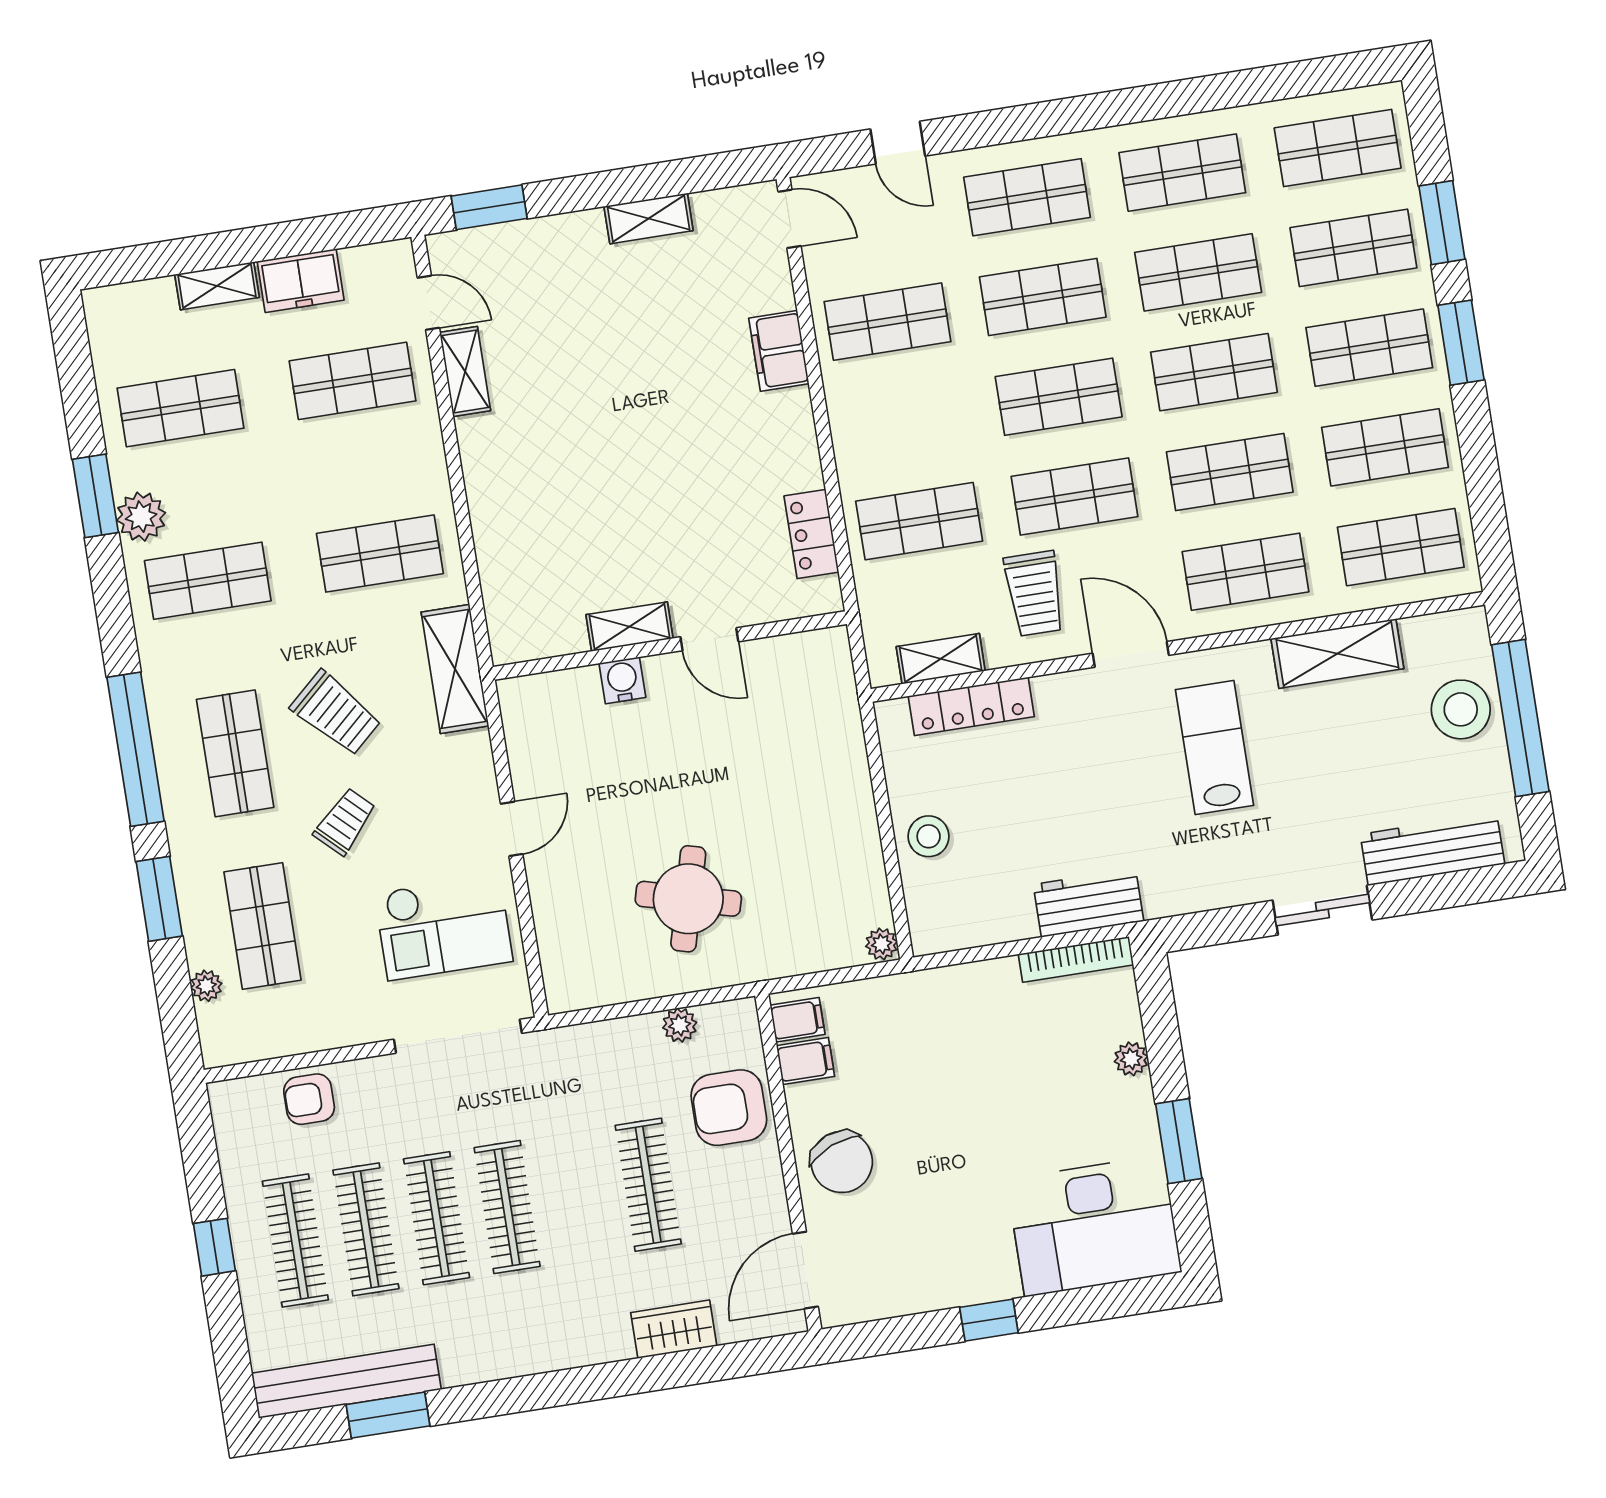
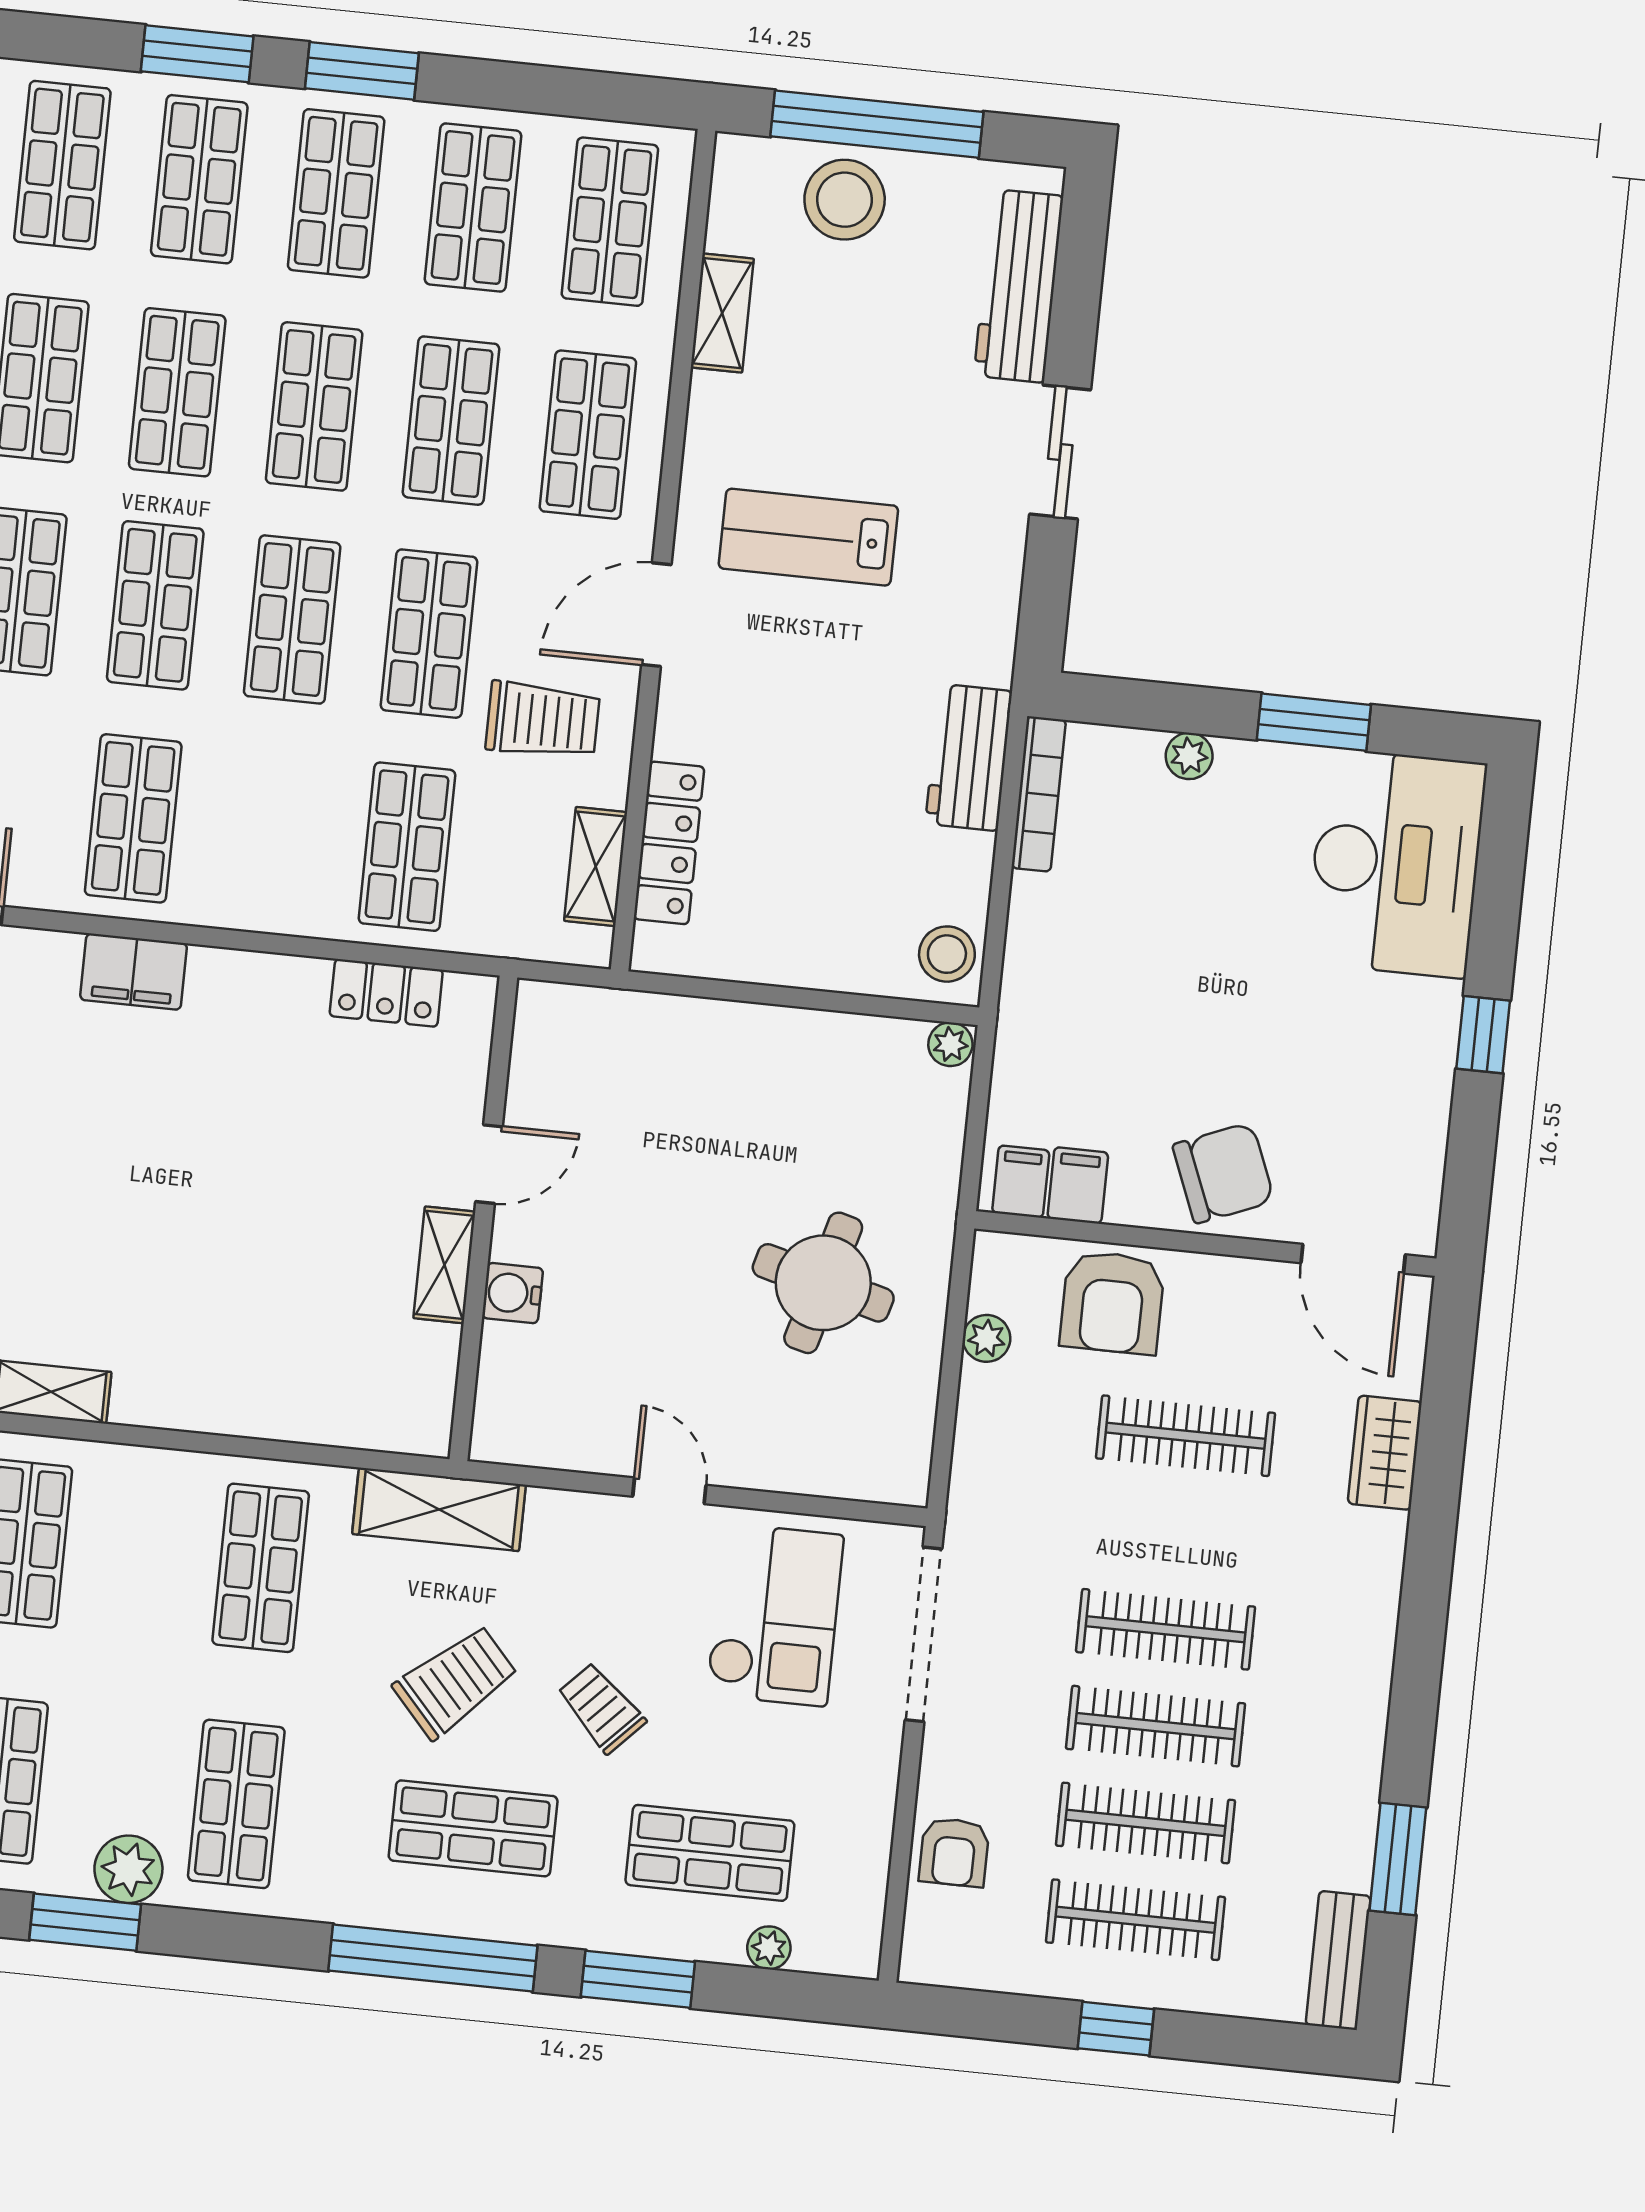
shelving: (1337, 654) -> (722, 313), width x0.67, depth x0.75
stool: (929, 836) -> (947, 954), moved
bench: (346, 1381) -> (1338, 1960), width x0.54, depth x0.82

